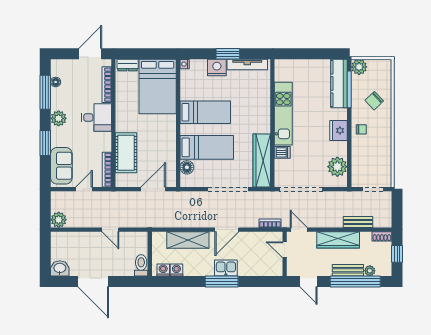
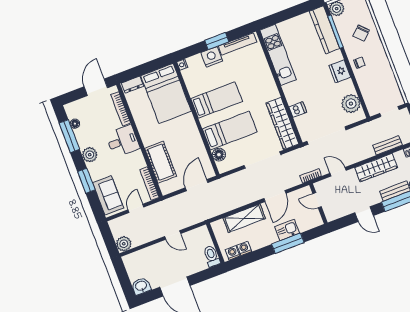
kitchen unit: (283, 114) -> (278, 55), moved
door: (285, 250) -> (317, 200), moved
wall: (285, 254) -> (318, 204), moved

